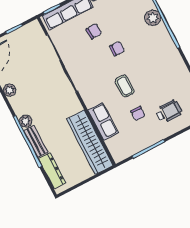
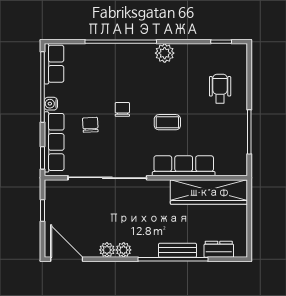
plant: (153, 18) -> (165, 53), moved
chair: (138, 114) -> (205, 123), removed
plant: (26, 121) -> (124, 250), moved
row of seats: (103, 121) -> (184, 166), width x1.48
dresser: (52, 171) -> (219, 249), width x0.70

